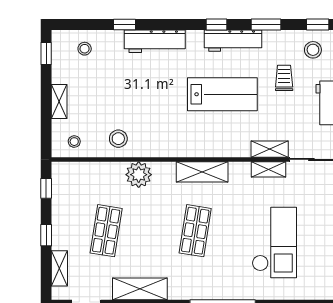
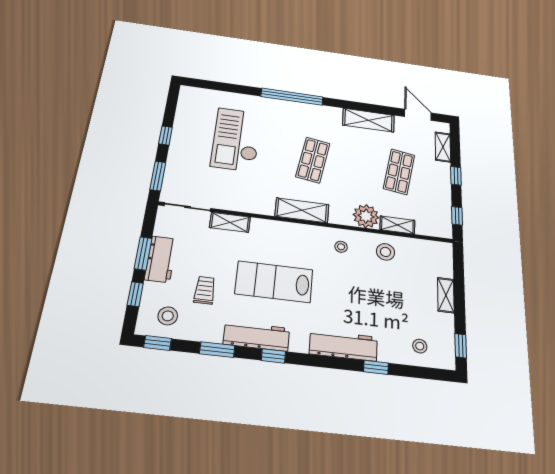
trolley: (284, 78) -> (205, 290), turned 180
stool: (74, 142) -> (341, 247), moved
shelving: (269, 169) -> (397, 225), moved

